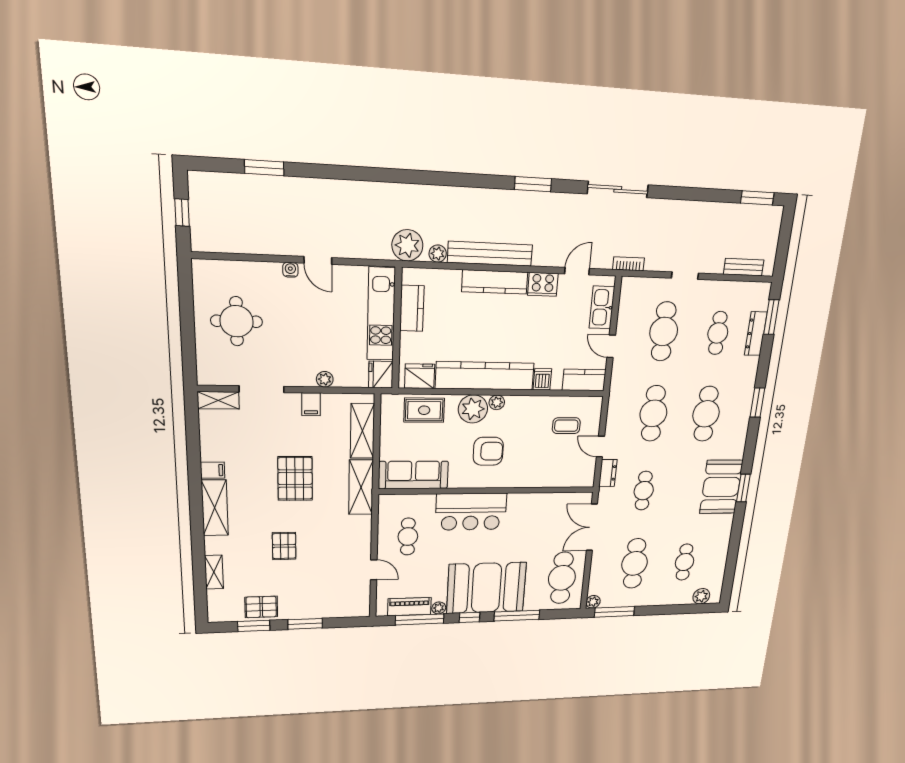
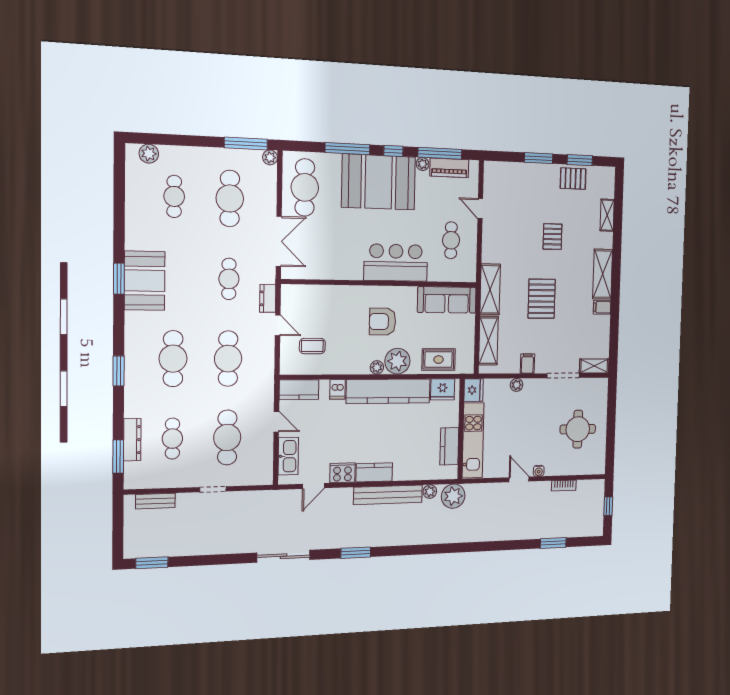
bookcase: (628, 264) -> (564, 485), moved
kitchen counter: (495, 282) -> (374, 472), width x0.67

